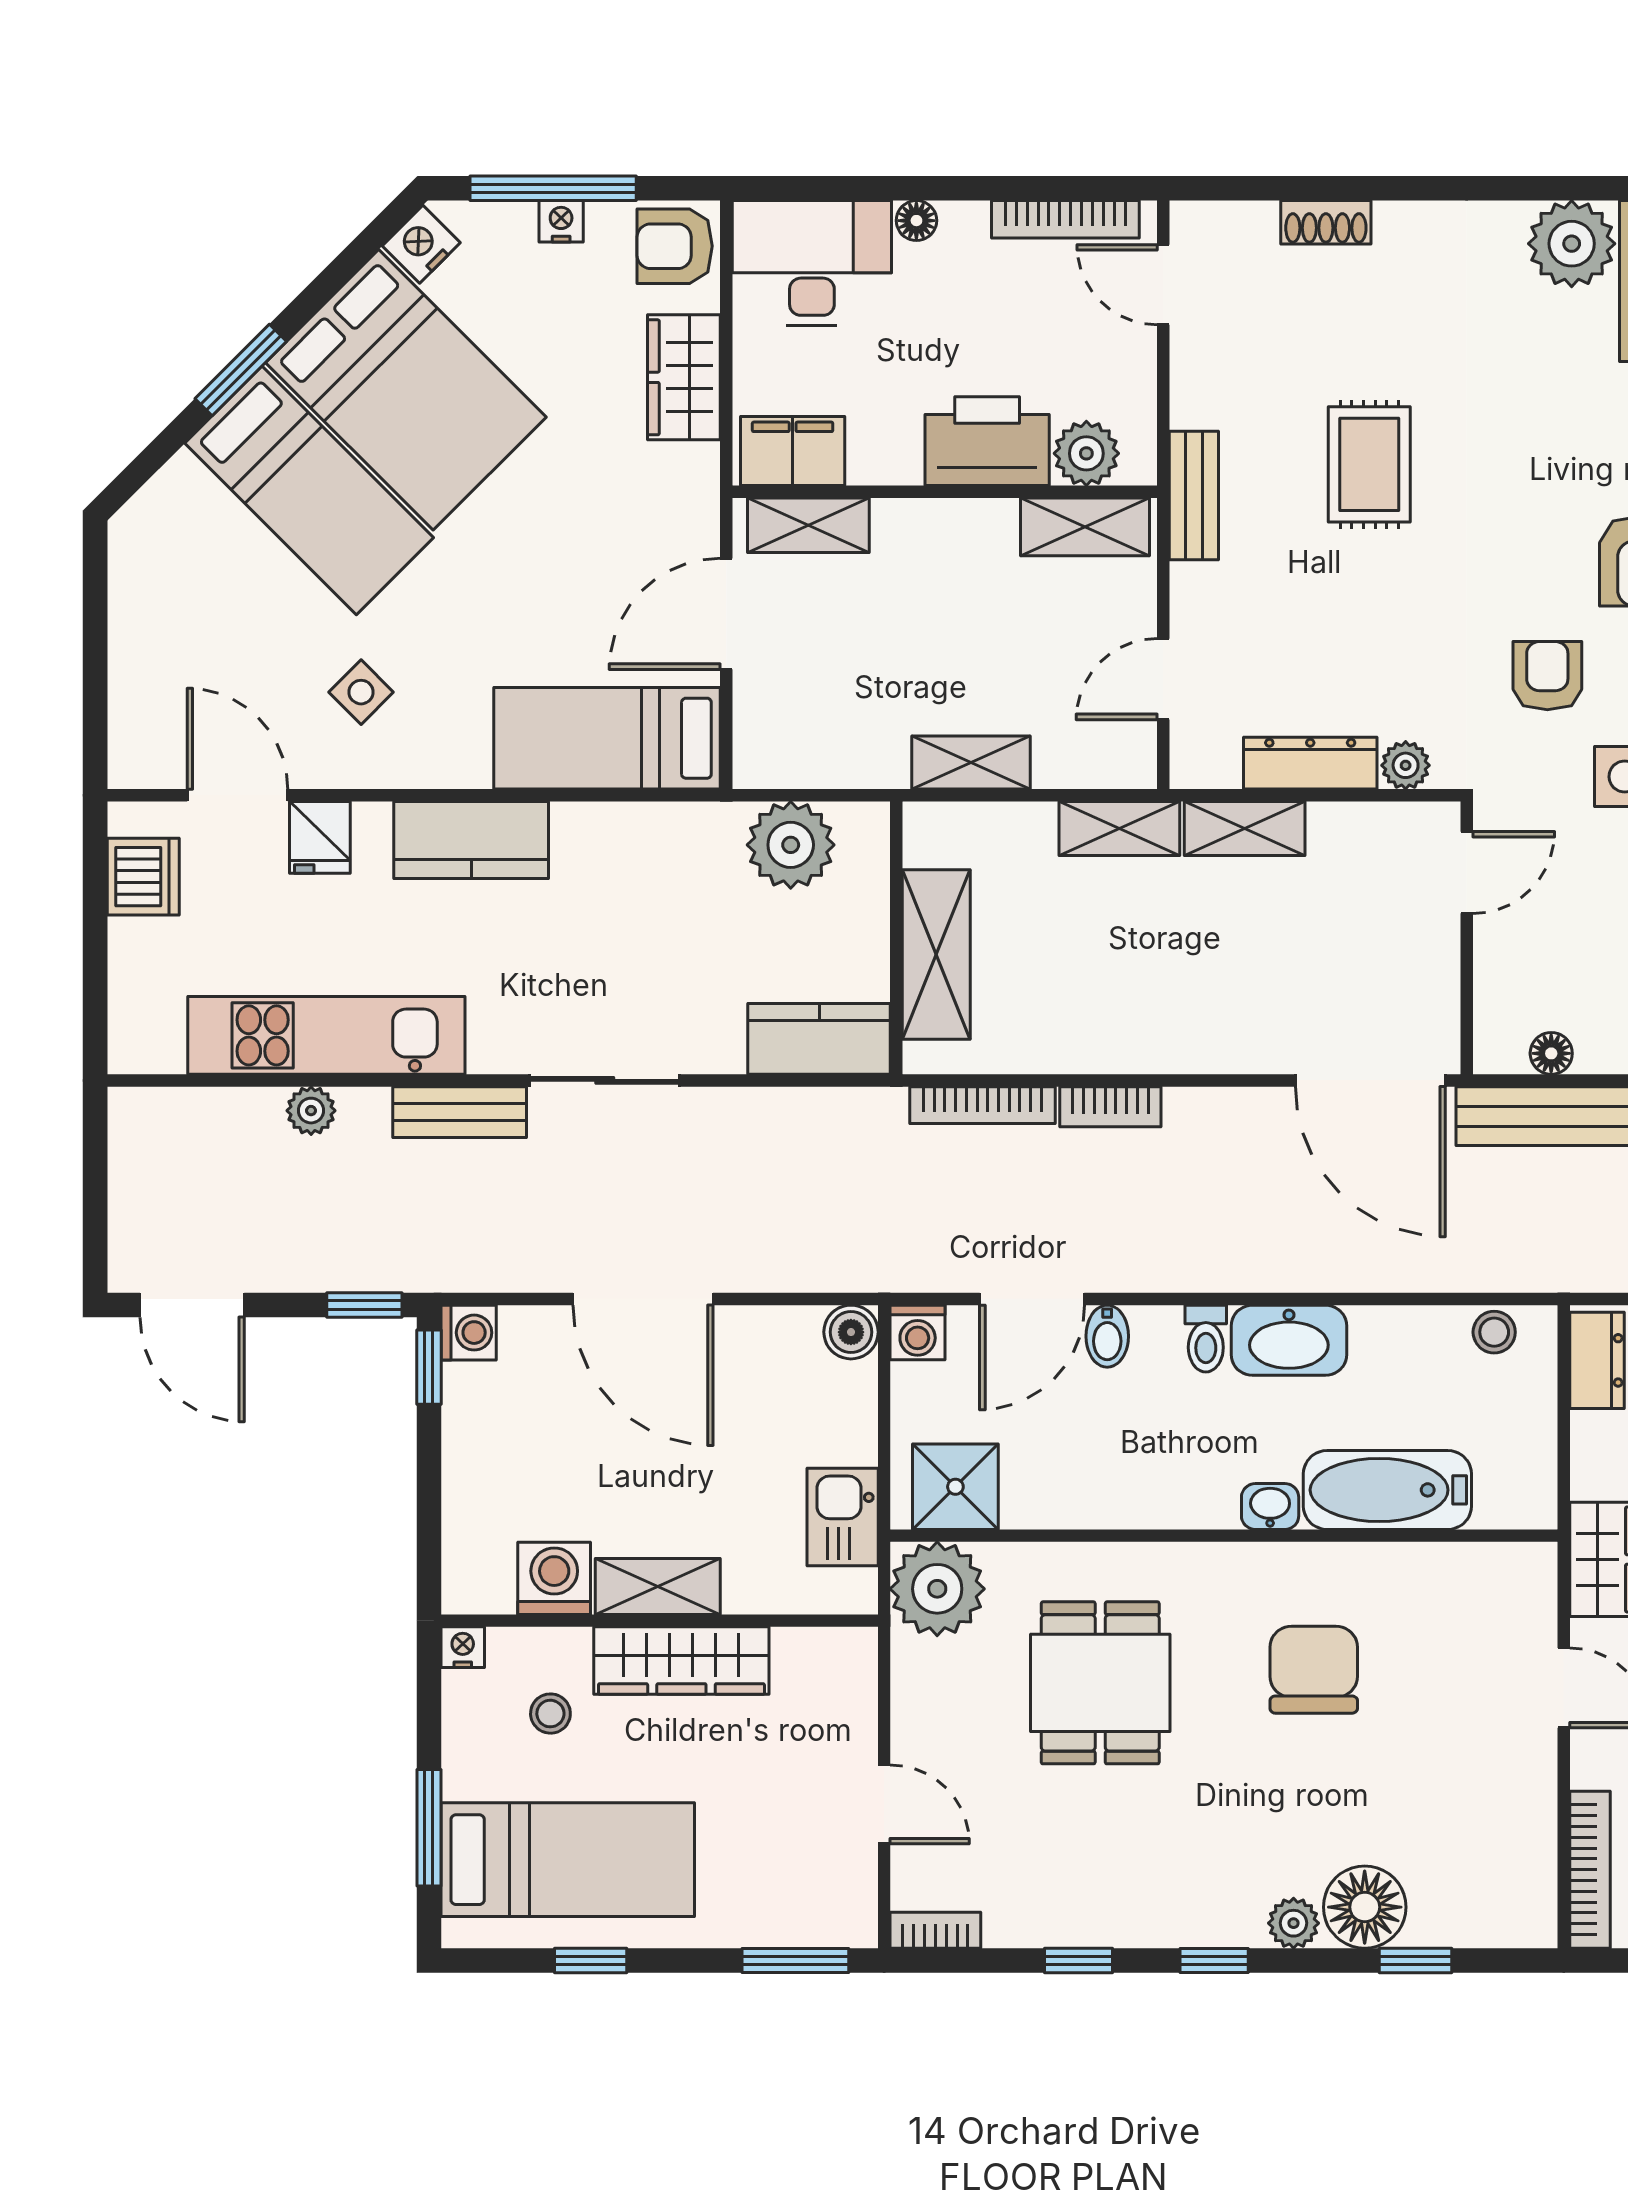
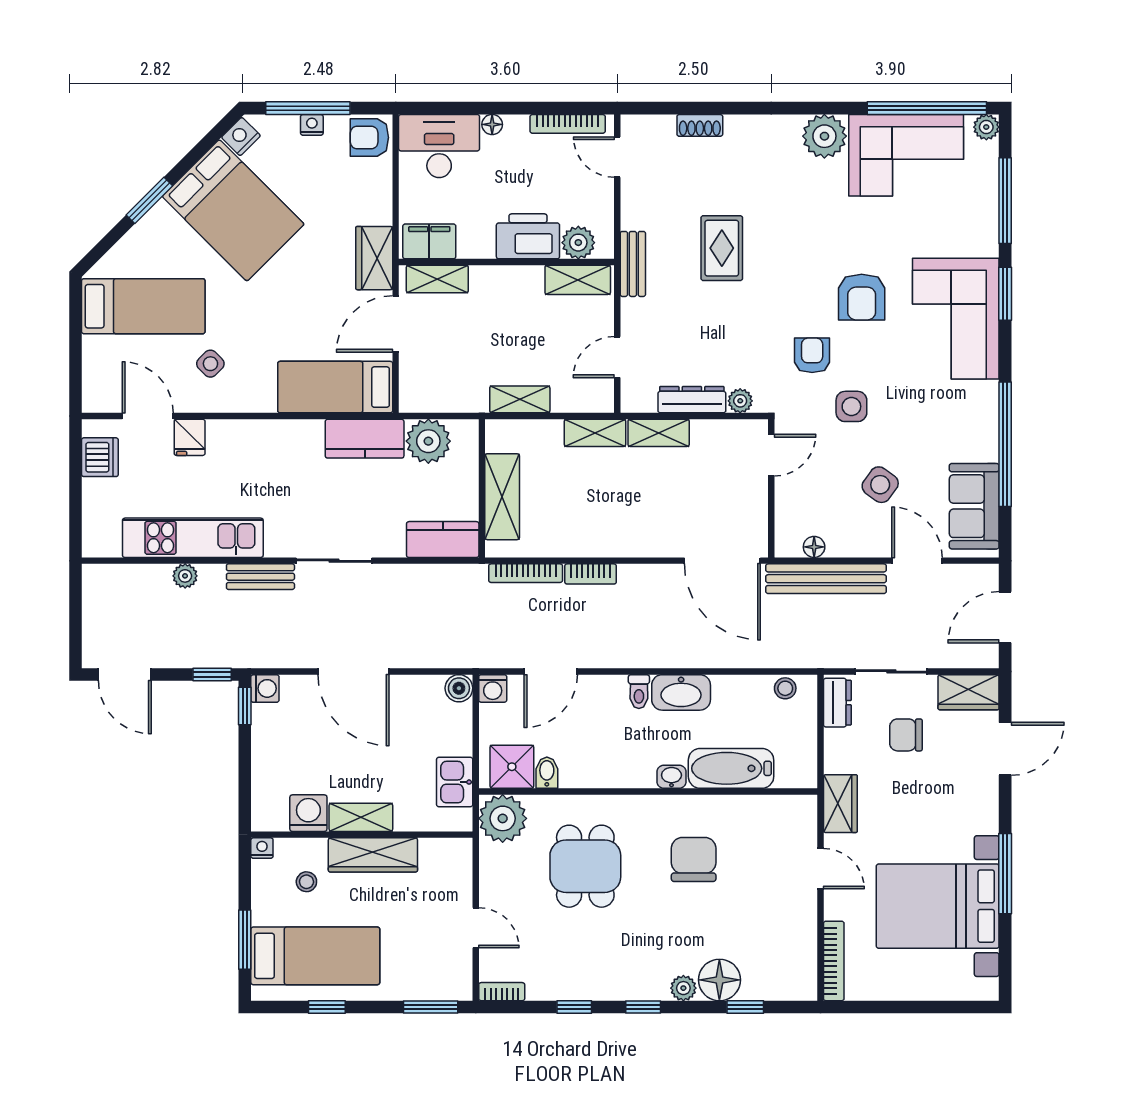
wardrobe: (684, 377) -> (374, 258), moved
bed: (309, 490) -> (143, 306), moved, turned -45
kitchen counter: (471, 840) -> (365, 439), moved
bidet: (1107, 1336) -> (547, 773), moved, turned 180

